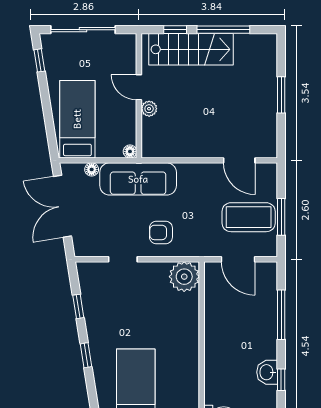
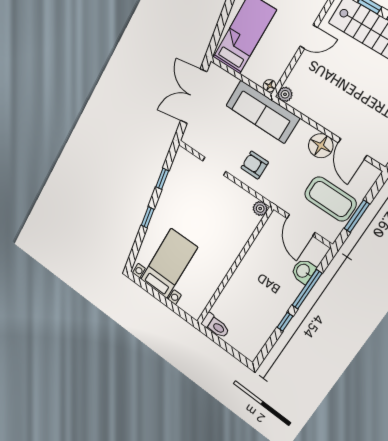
door: (139, 87) -> (309, 37), swing flipped
plant: (149, 109) -> (285, 94), moved
floor lamp: (92, 169) -> (321, 146), moved, width x1.89, depth x1.89
plant: (184, 277) -> (260, 209), width x0.53, depth x0.53
washbasin: (267, 372) -> (303, 271), moved
window: (281, 380) -> (285, 322), moved

